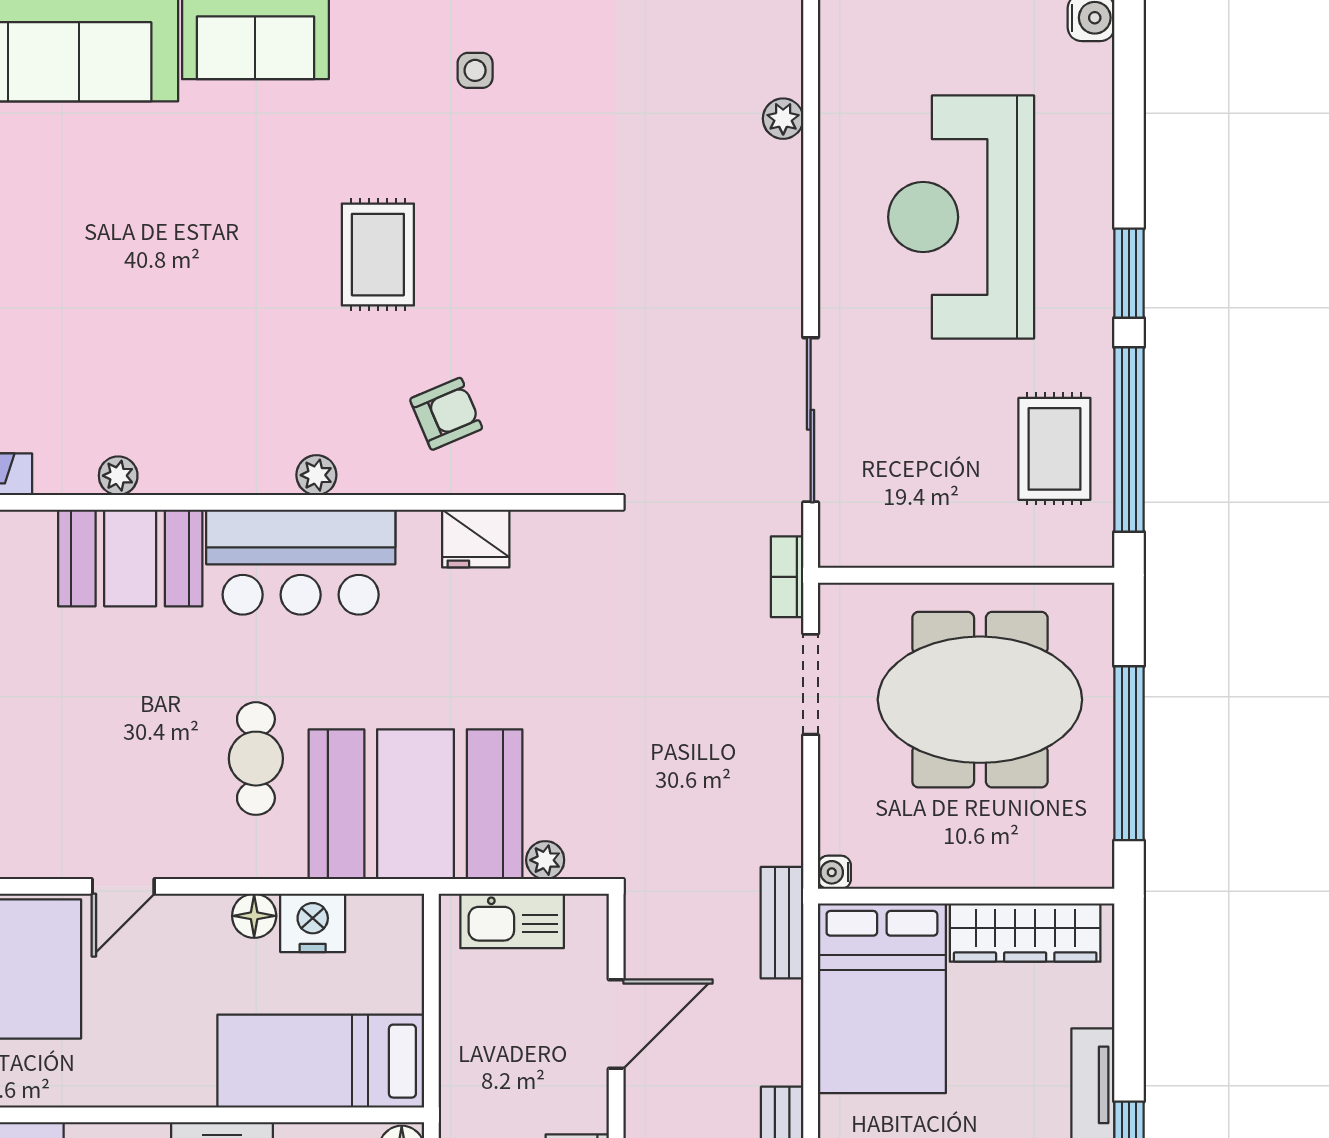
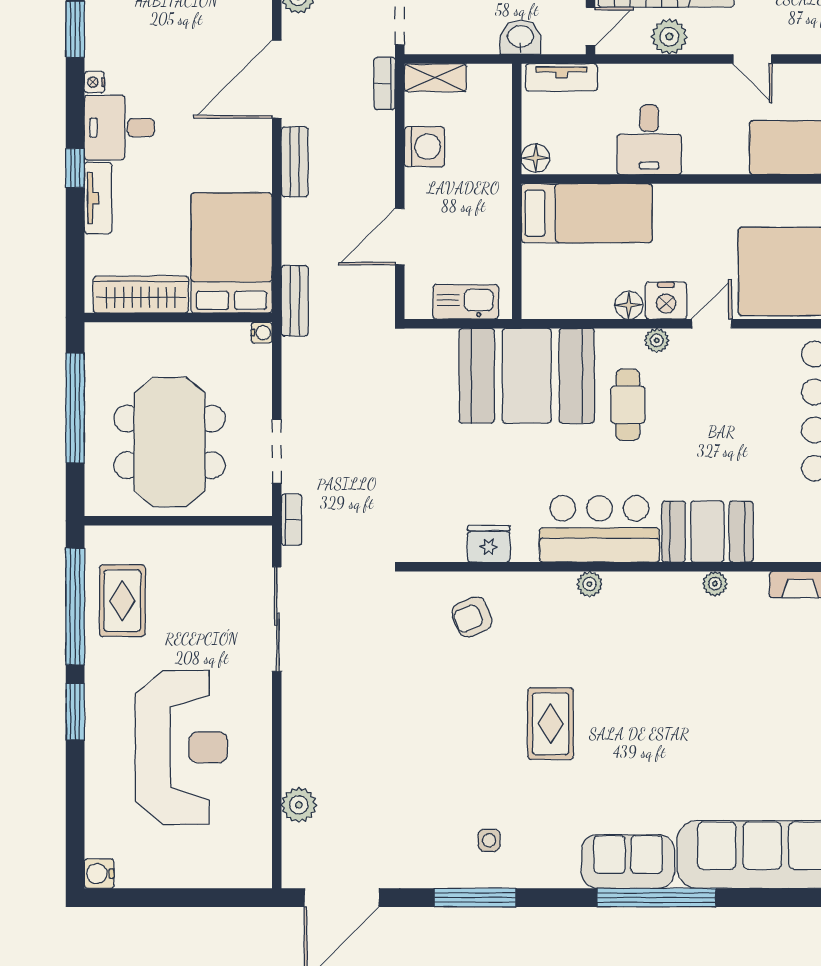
plant: (783, 119) -> (299, 805), width x1.38, depth x1.38
armchair: (446, 414) -> (472, 617), moved
meeting table: (980, 700) -> (169, 442), turned 90
plant: (545, 860) -> (657, 340), moved
nightstand: (313, 923) -> (666, 301), moved

